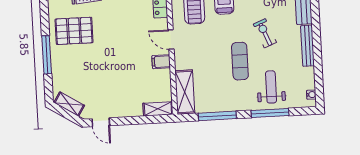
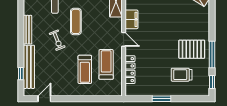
window: (47, 55) -> (212, 54), moved
filing cabinet: (161, 62) -> (131, 19), width x2.00

